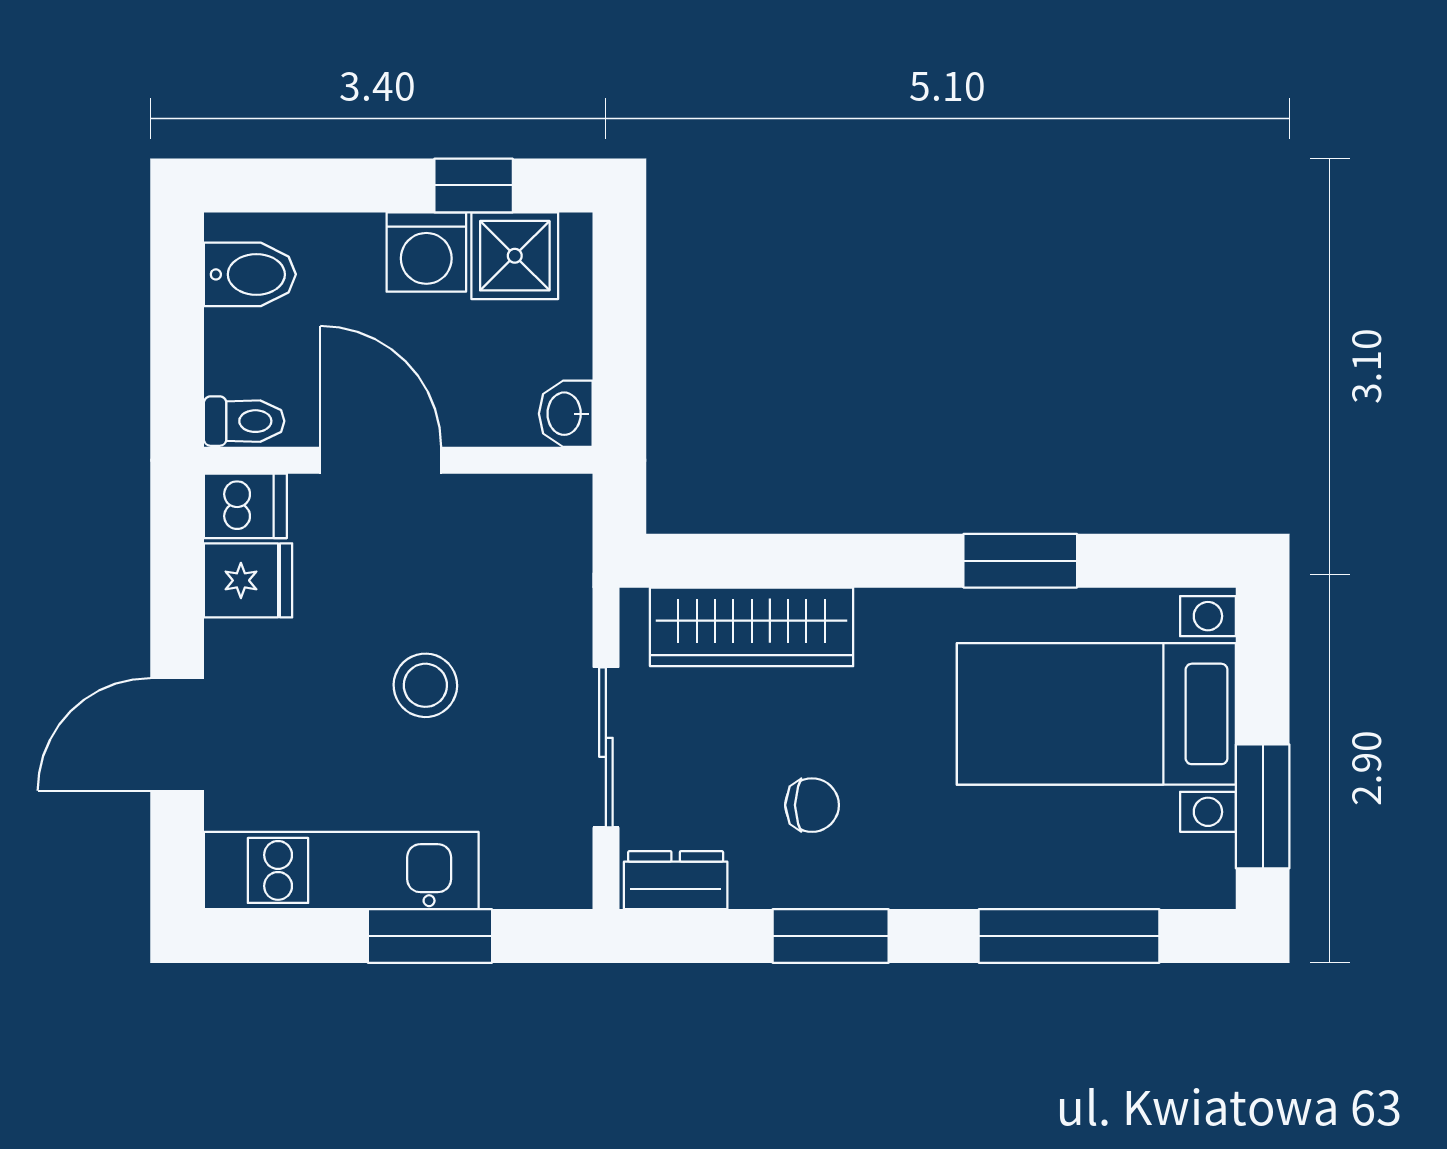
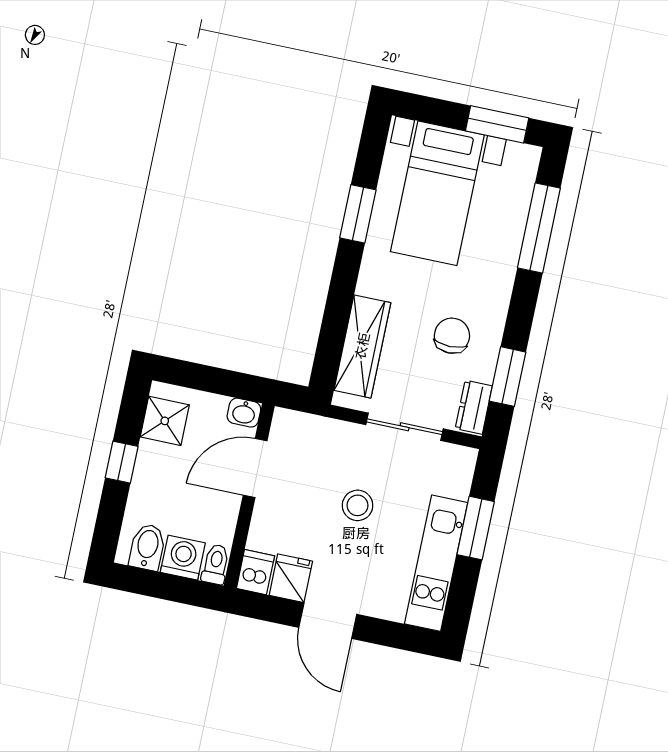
window: (474, 185) -> (122, 462), moved
washing machine: (426, 252) -> (183, 558), moved, turned -90
door: (381, 460) -> (255, 468), moved
door: (177, 734) -> (328, 621), moved
chair: (812, 805) -> (452, 336), width x1.37, depth x1.37
window: (831, 936) -> (508, 377), moved

